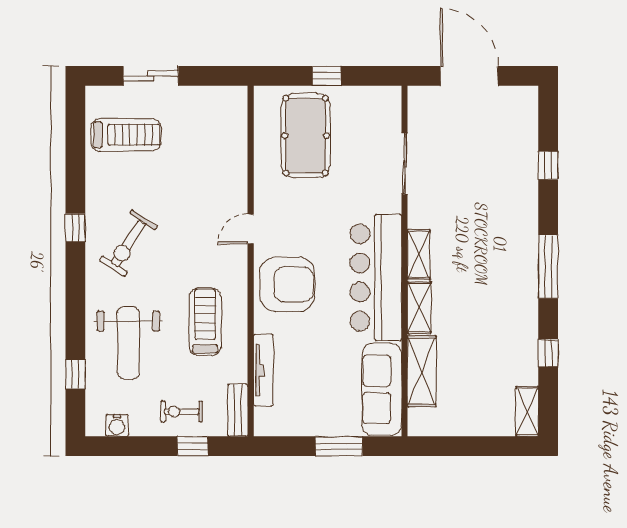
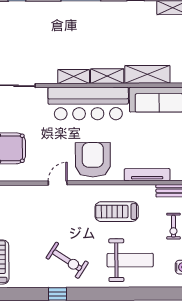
door: (251, 229) -> (58, 183), swing flipped
window: (75, 374) -> (150, 294), removed

